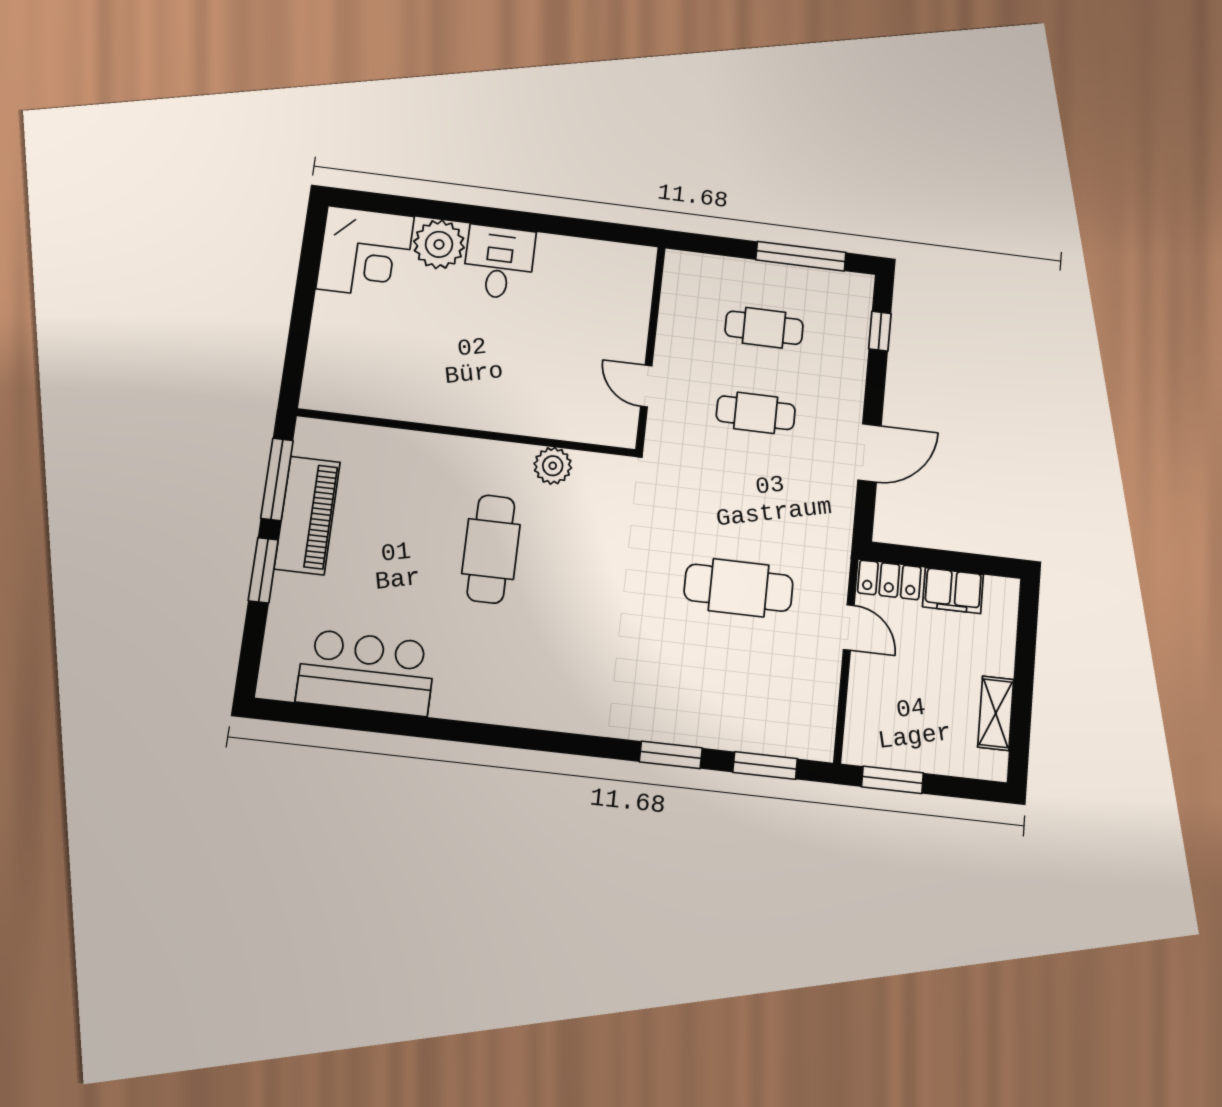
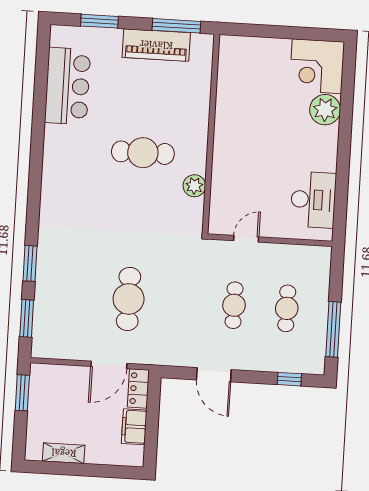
desk: (499, 262) -> (313, 200), moved, width x1.37
window: (263, 570) -> (99, 21), moved
door: (849, 627) -> (109, 365), width x1.38

